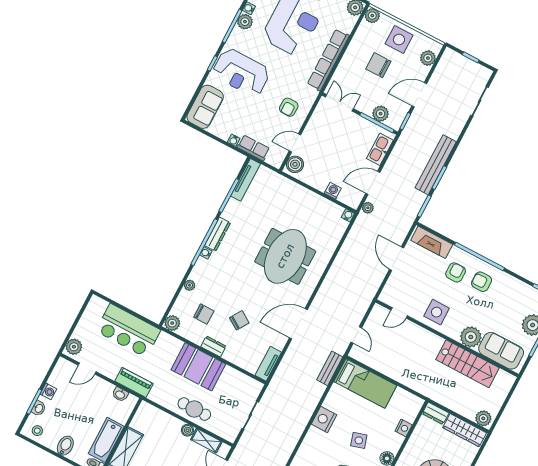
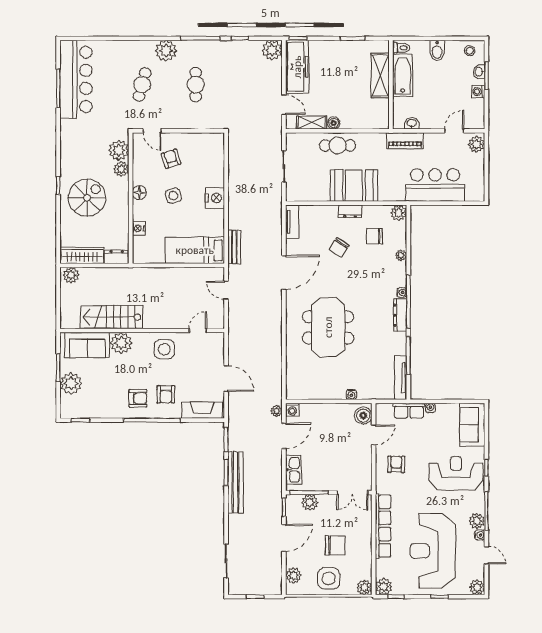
washing machine: (333, 191) -> (292, 410), moved
water cooler: (348, 215) -> (351, 395), moved

